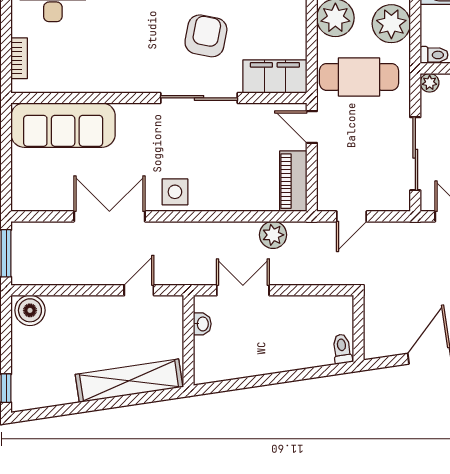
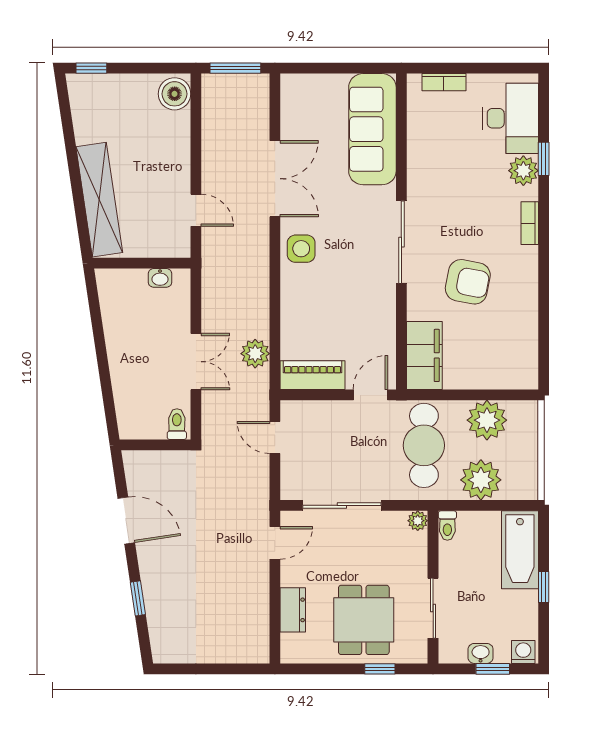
sliding door: (199, 98) -> (401, 242), moved
double door: (243, 290) -> (196, 362), moved
toilet: (342, 349) -> (177, 424), moved, turned -82

